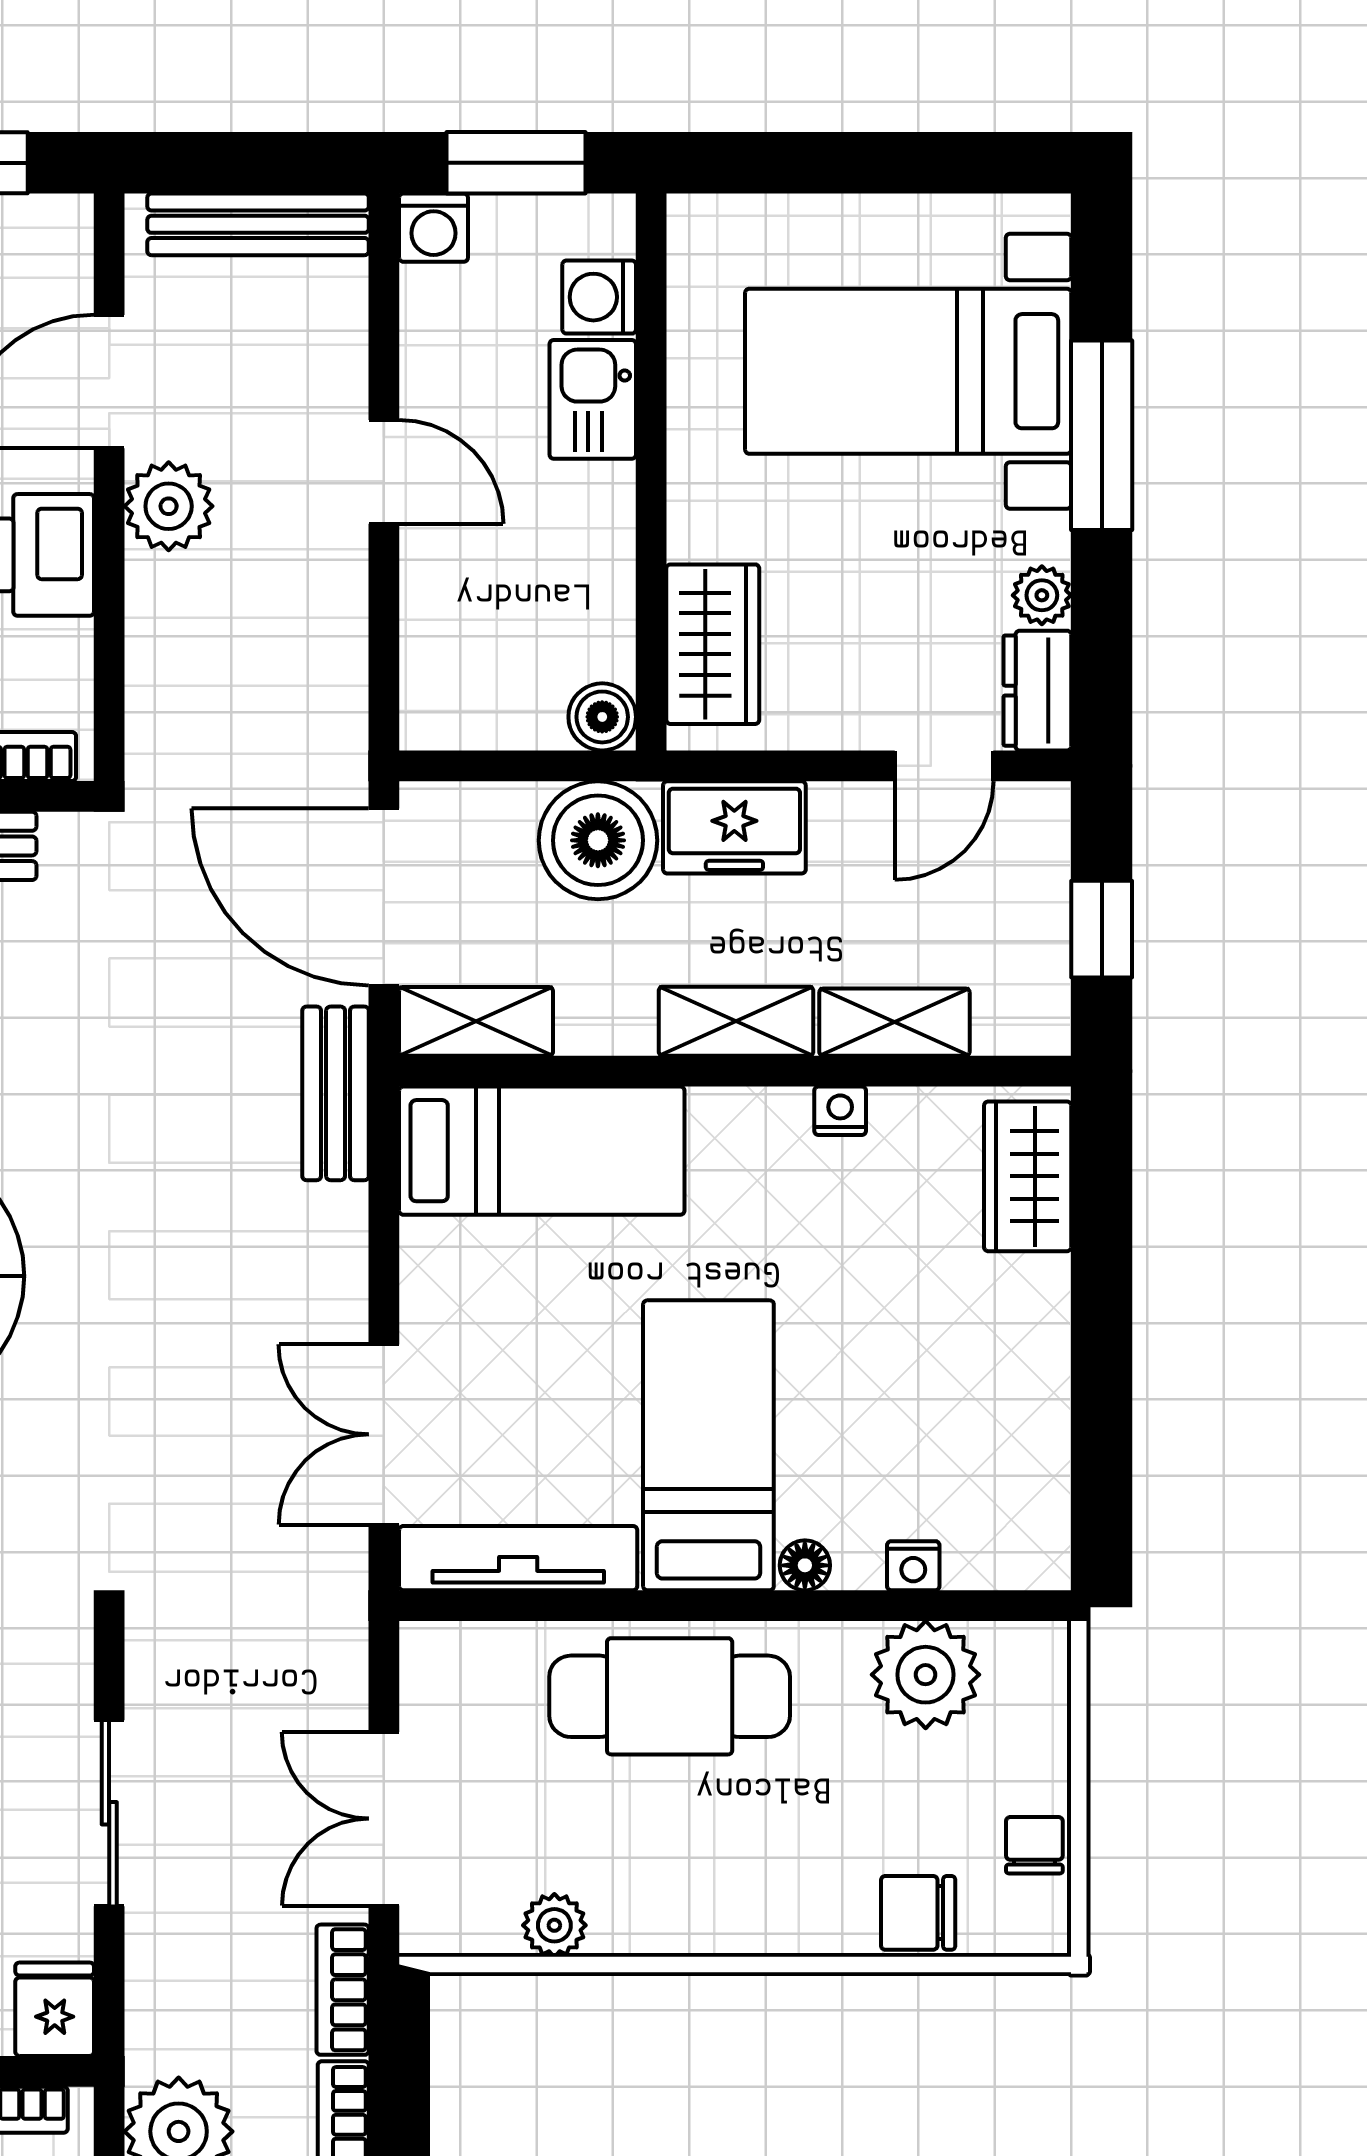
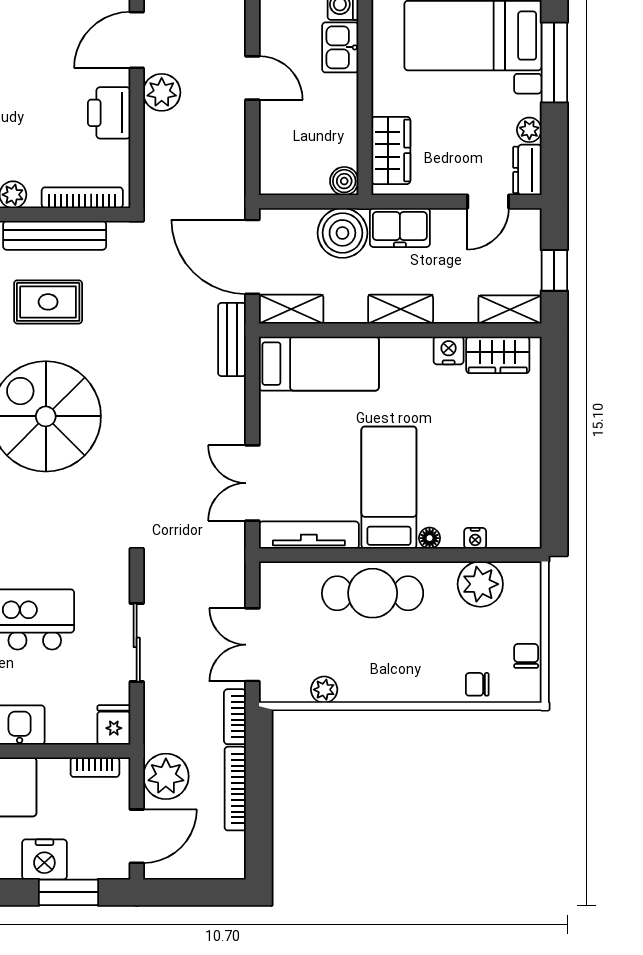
shelving: (894, 1022) -> (510, 310), moved
nightstand: (840, 1111) -> (449, 350), width x1.39, depth x1.35
wardrobe: (1028, 1176) -> (498, 355), moved, turned -90
chair: (918, 1913) -> (477, 684), width x0.73, depth x0.73

